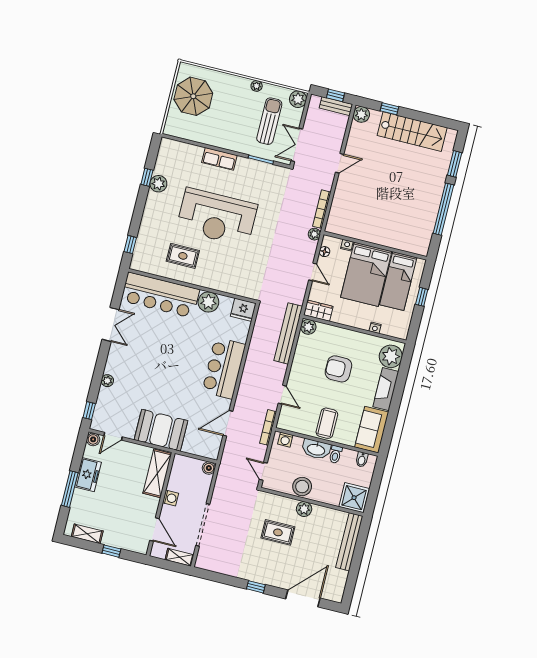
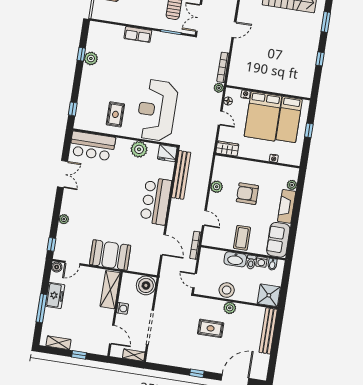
window: (443, 209) -> (320, 59), width x0.32
reception desk: (217, 217) -> (157, 110), moved, turned 90
rug: (183, 256) -> (115, 114), turned 90
bar counter: (160, 295) -> (92, 146), width x0.73
plant: (308, 327) -> (217, 187), moved
bench: (288, 333) -> (181, 175), moved
plant: (391, 356) -> (292, 185), width x0.53, depth x0.53
door: (228, 423) -> (163, 245), swing flipped
washing machine: (285, 440) -> (261, 262), moved
boiler: (209, 468) -> (146, 285), width x1.86, depth x1.86

